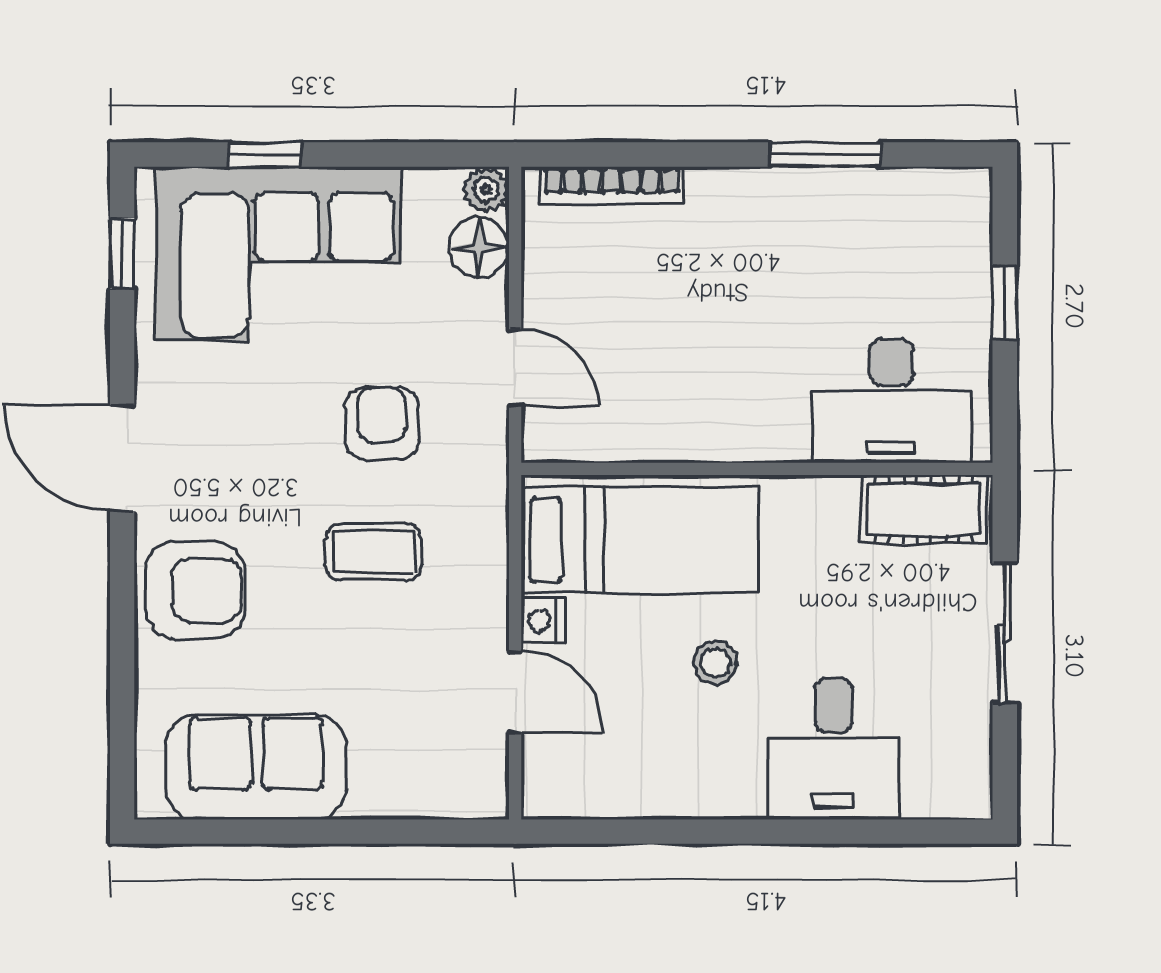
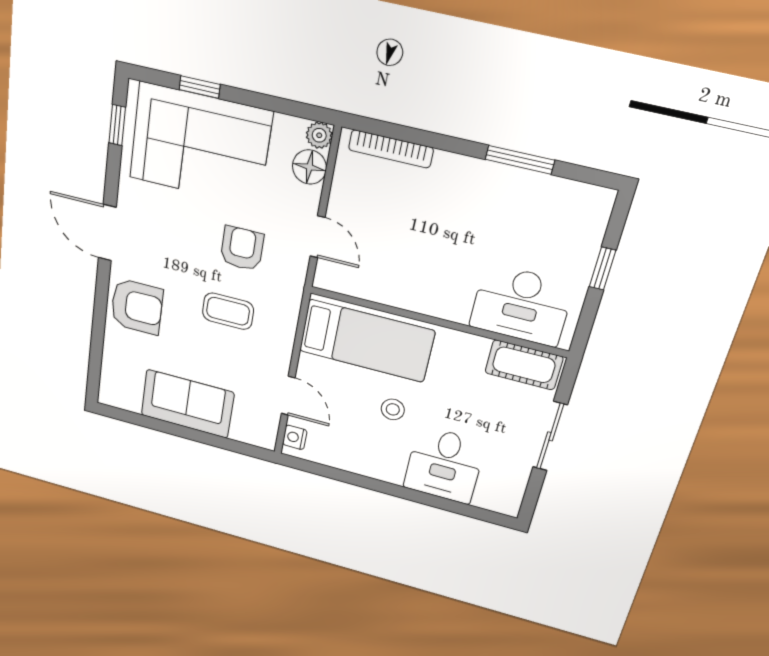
nightstand: (543, 621) -> (295, 437), moved
sofa: (256, 767) -> (187, 404), moved

